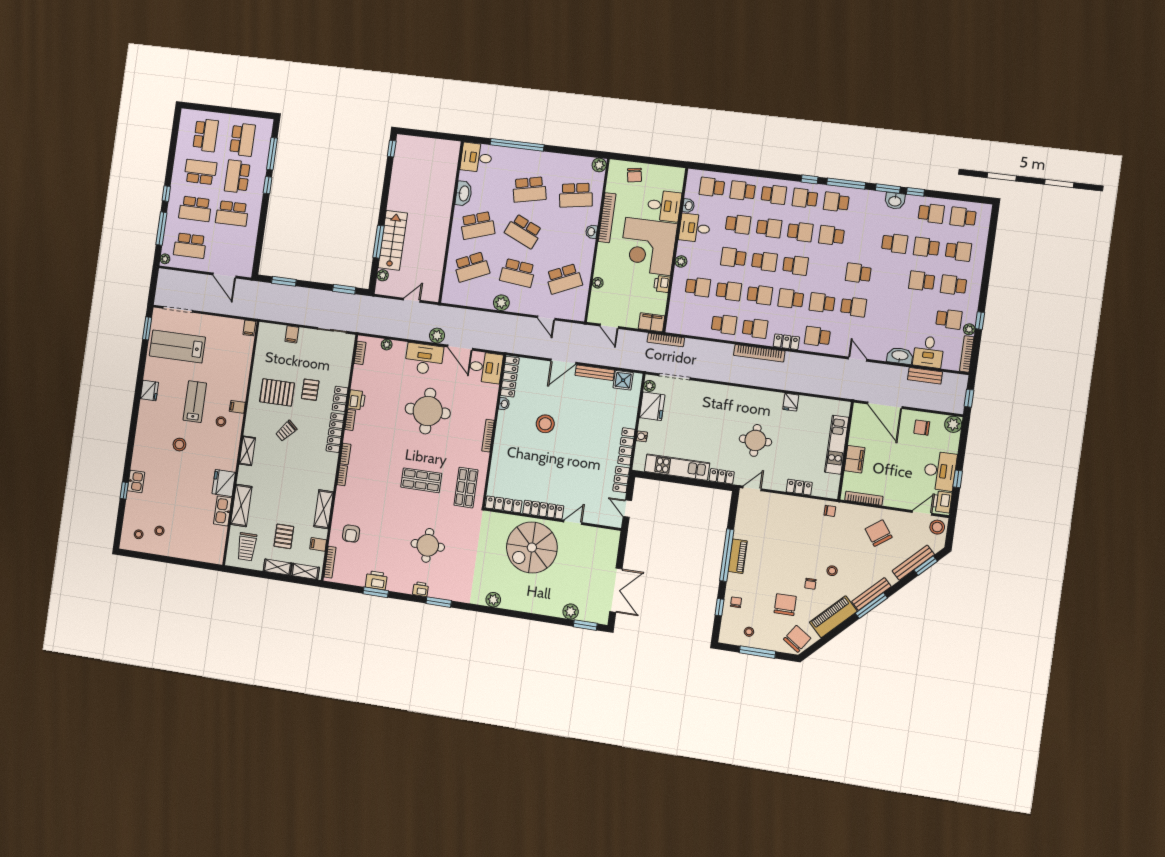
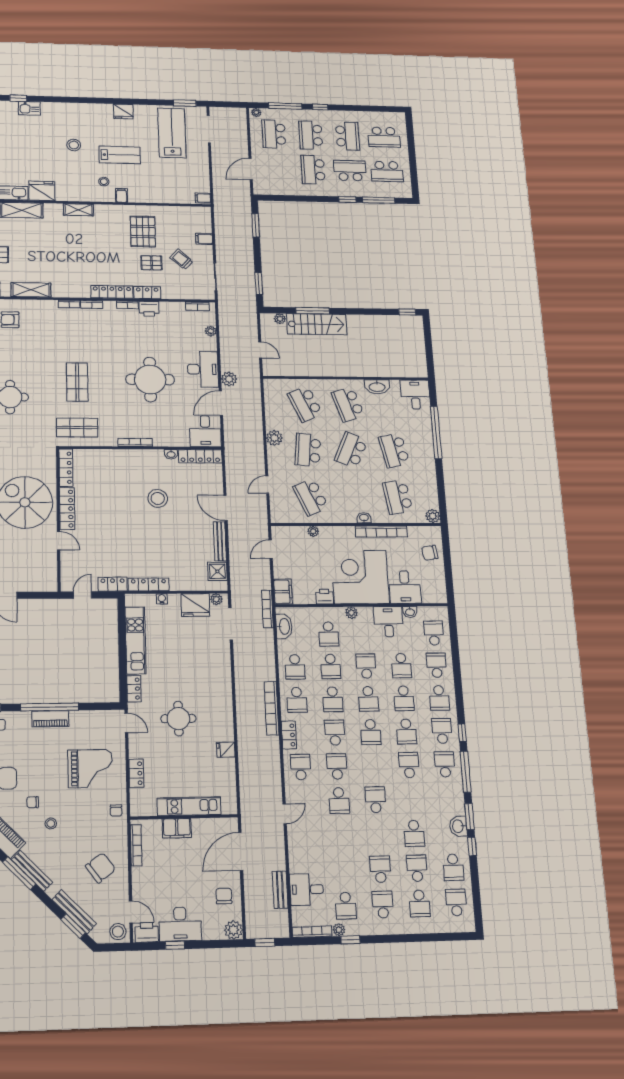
washbasin: (900, 356) -> (284, 626), moved
trolley: (286, 431) -> (181, 259), moved
grand piano: (788, 528) -> (90, 769), added

